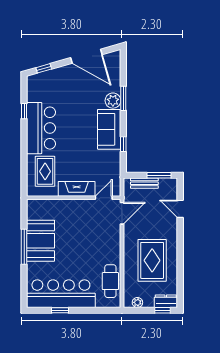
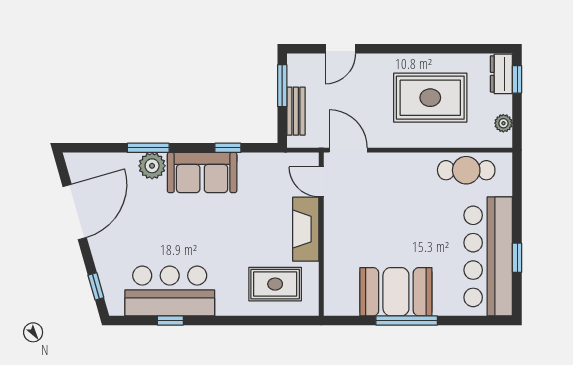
bar counter: (41, 128) -> (170, 291), moved

